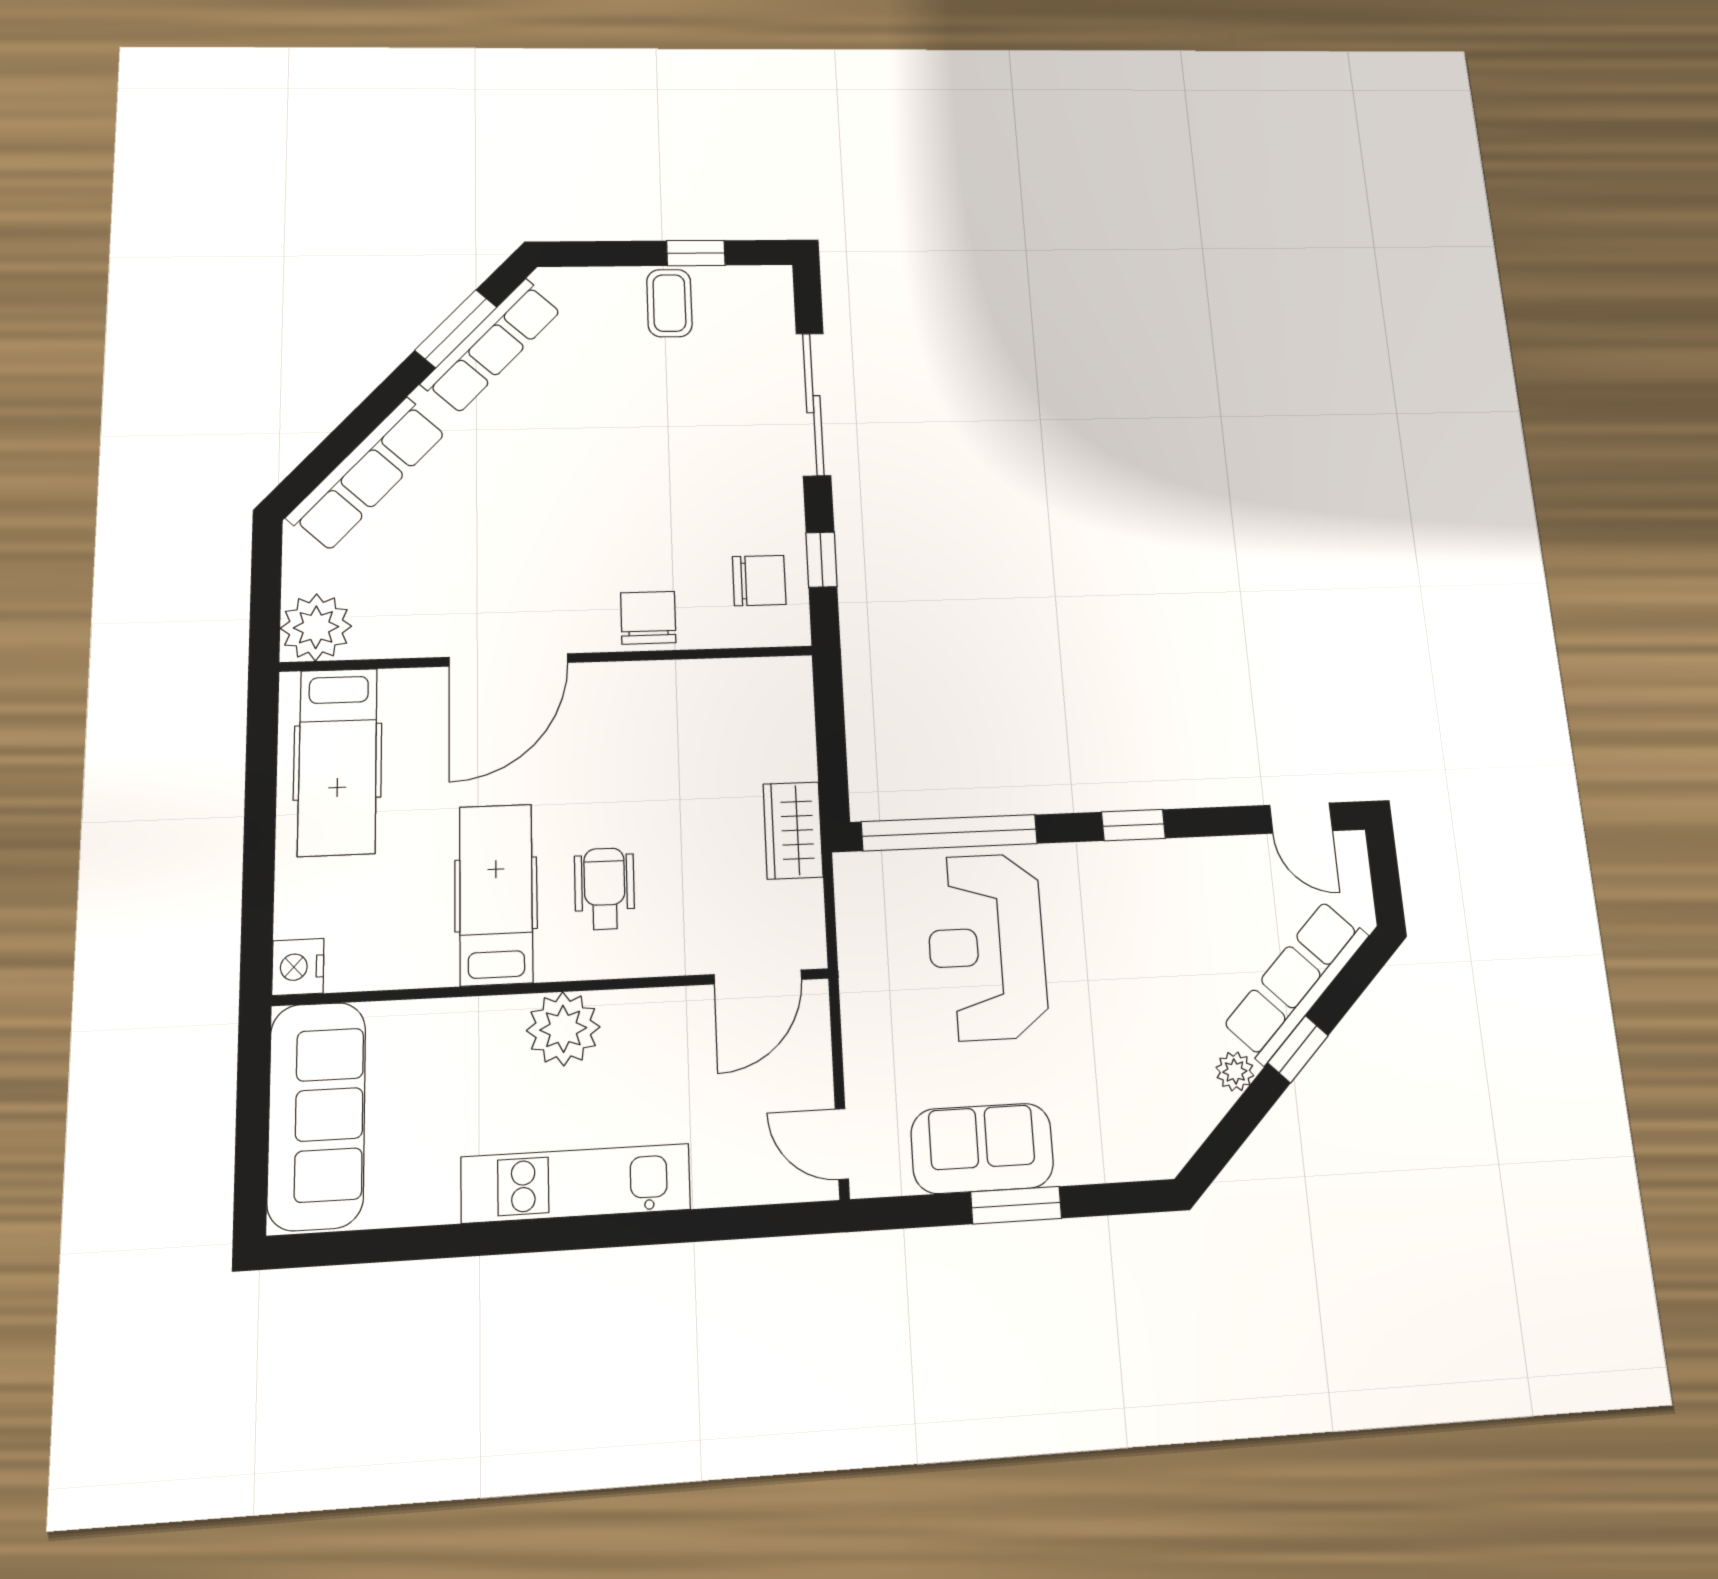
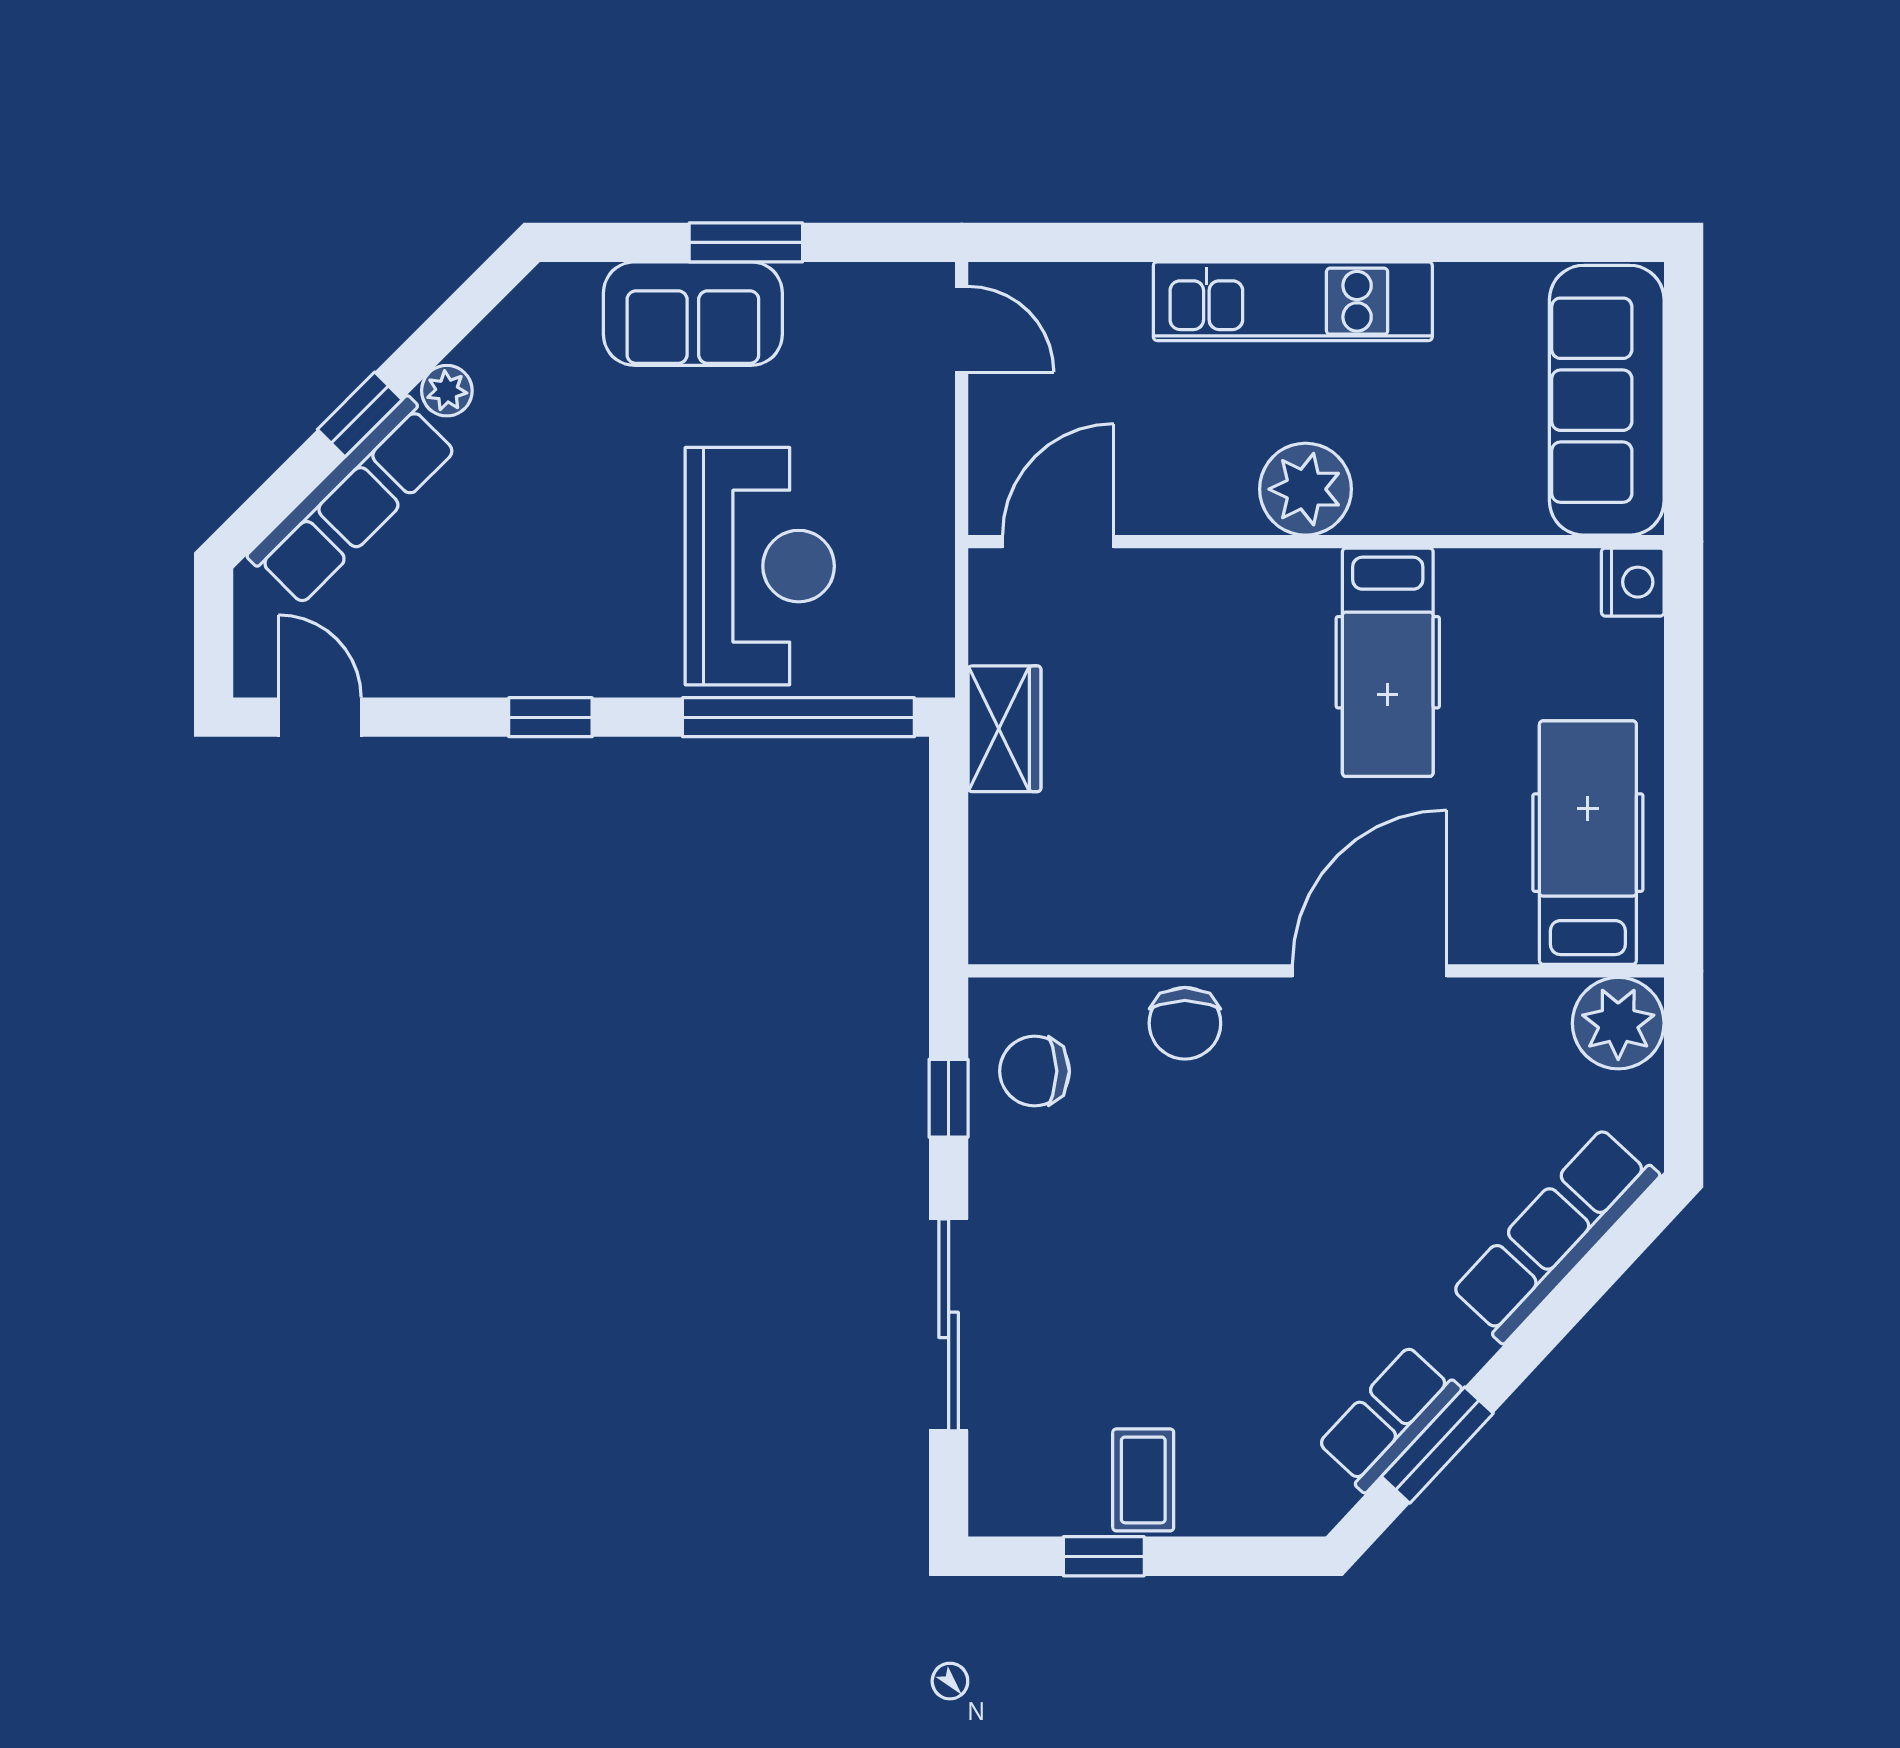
row of seats: (492, 346) -> (1389, 1418), width x0.68
wheelchair: (605, 889) -> (1250, 663), removed
sofa: (982, 1148) -> (693, 314), moved

